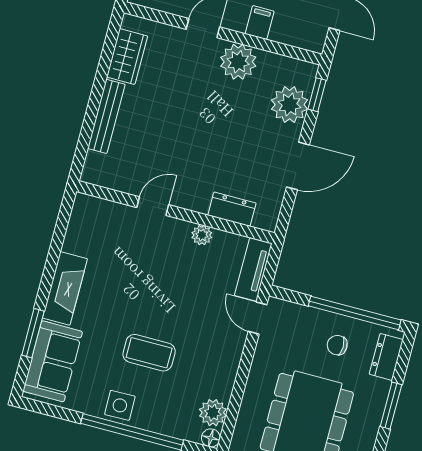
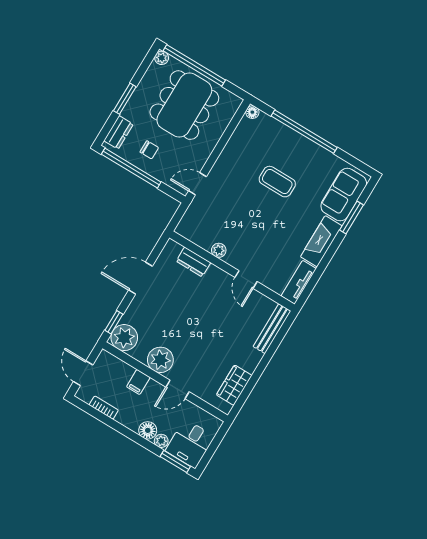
plant: (290, 105) -> (124, 338), moved
bench: (106, 116) -> (272, 329), moved
door: (153, 206) -> (246, 279), hinge flipped
tv unit: (253, 269) -> (299, 282), moved, turned 180
door: (258, 318) -> (198, 184), swing flipped
side table: (120, 405) -> (307, 152), removed
plant: (213, 413) -> (246, 129), removed

